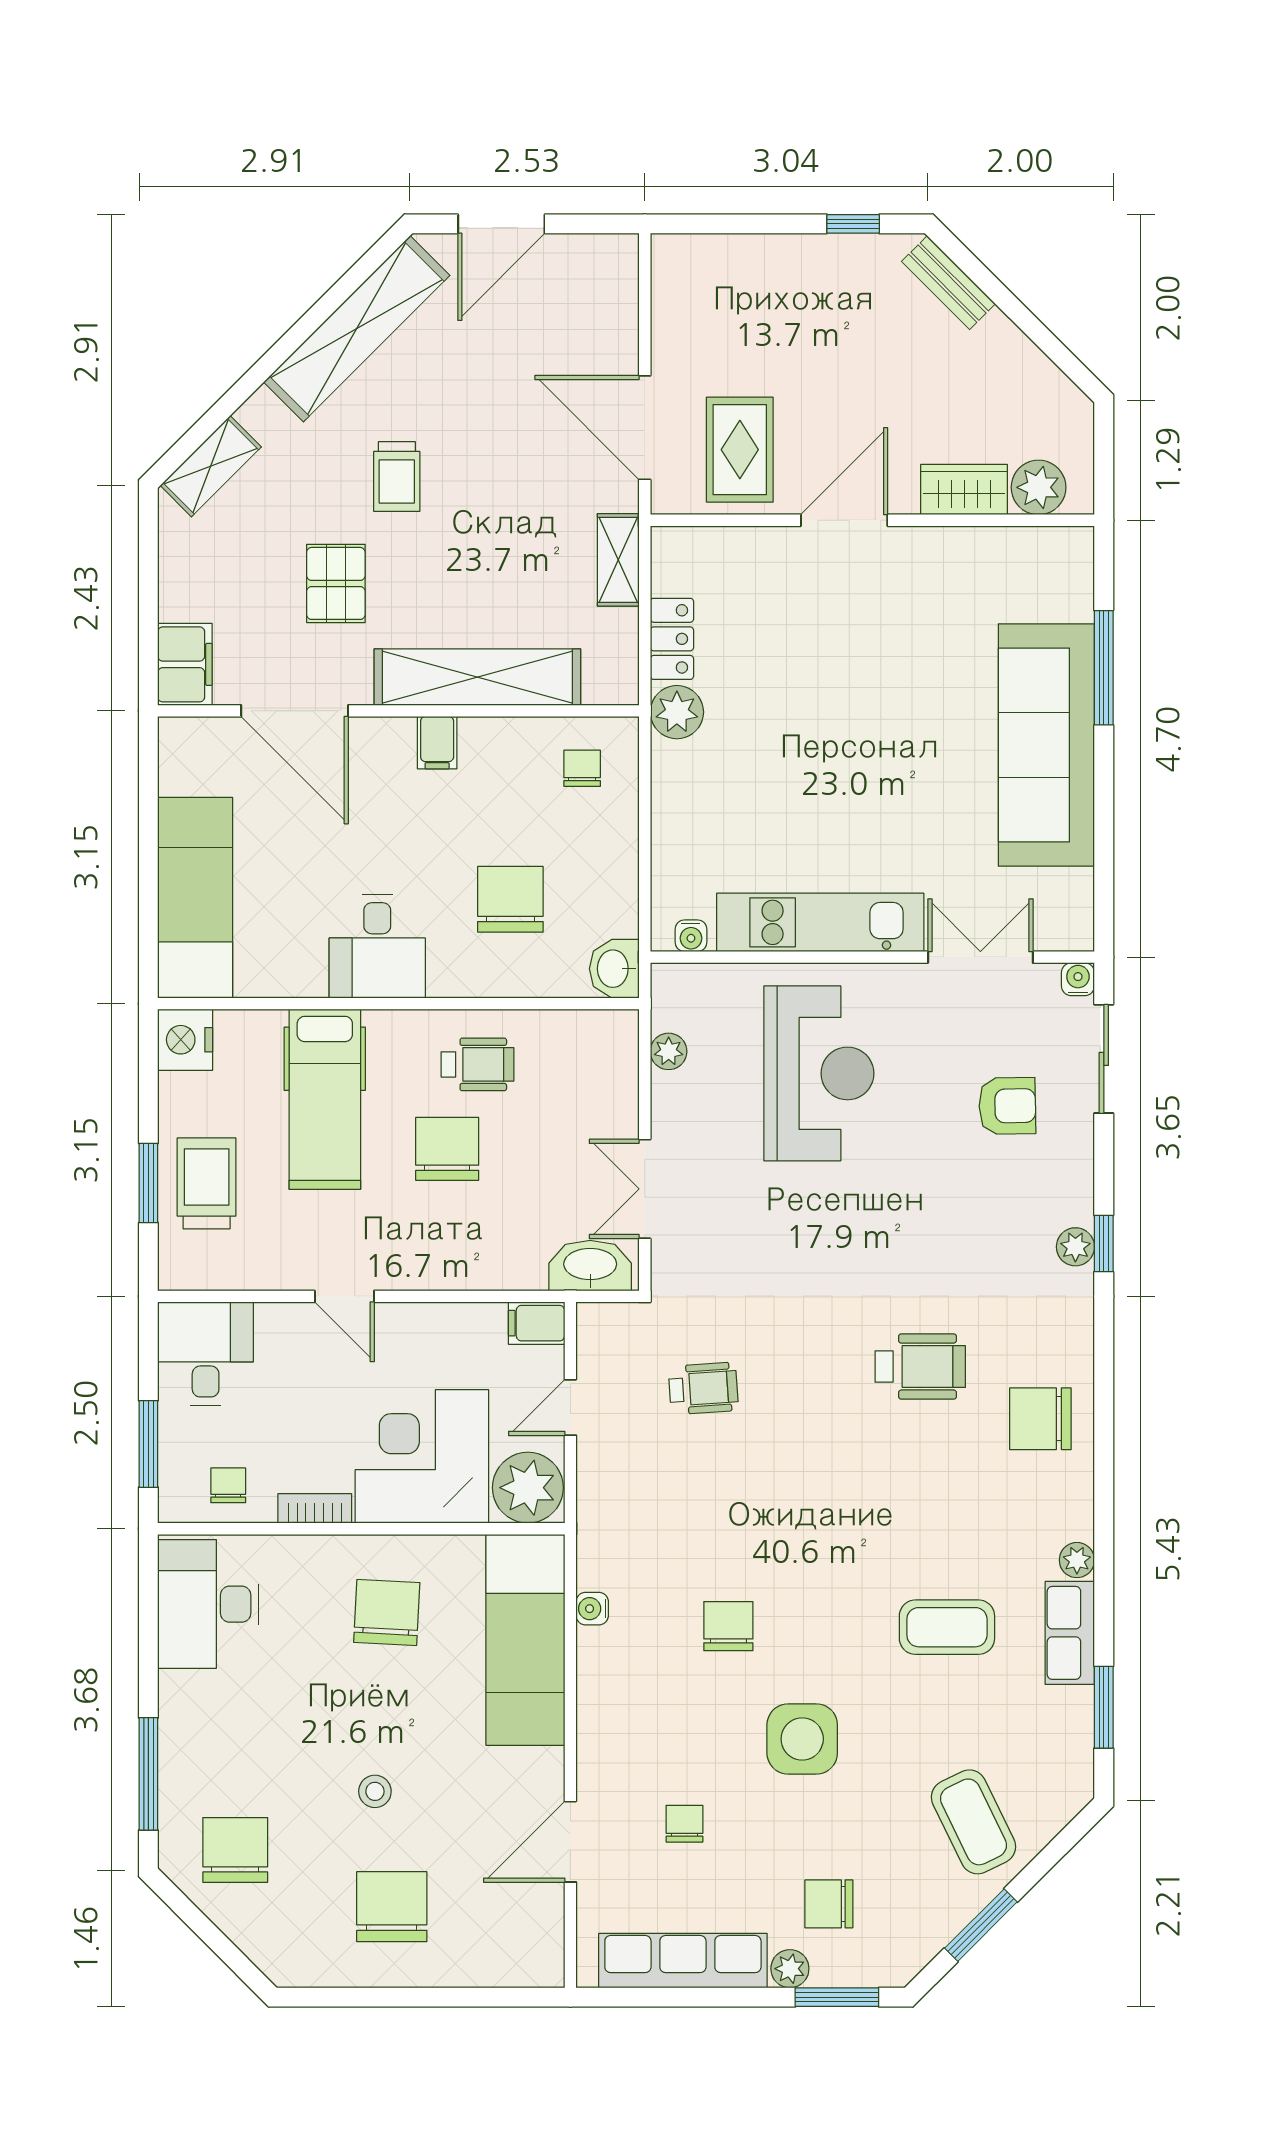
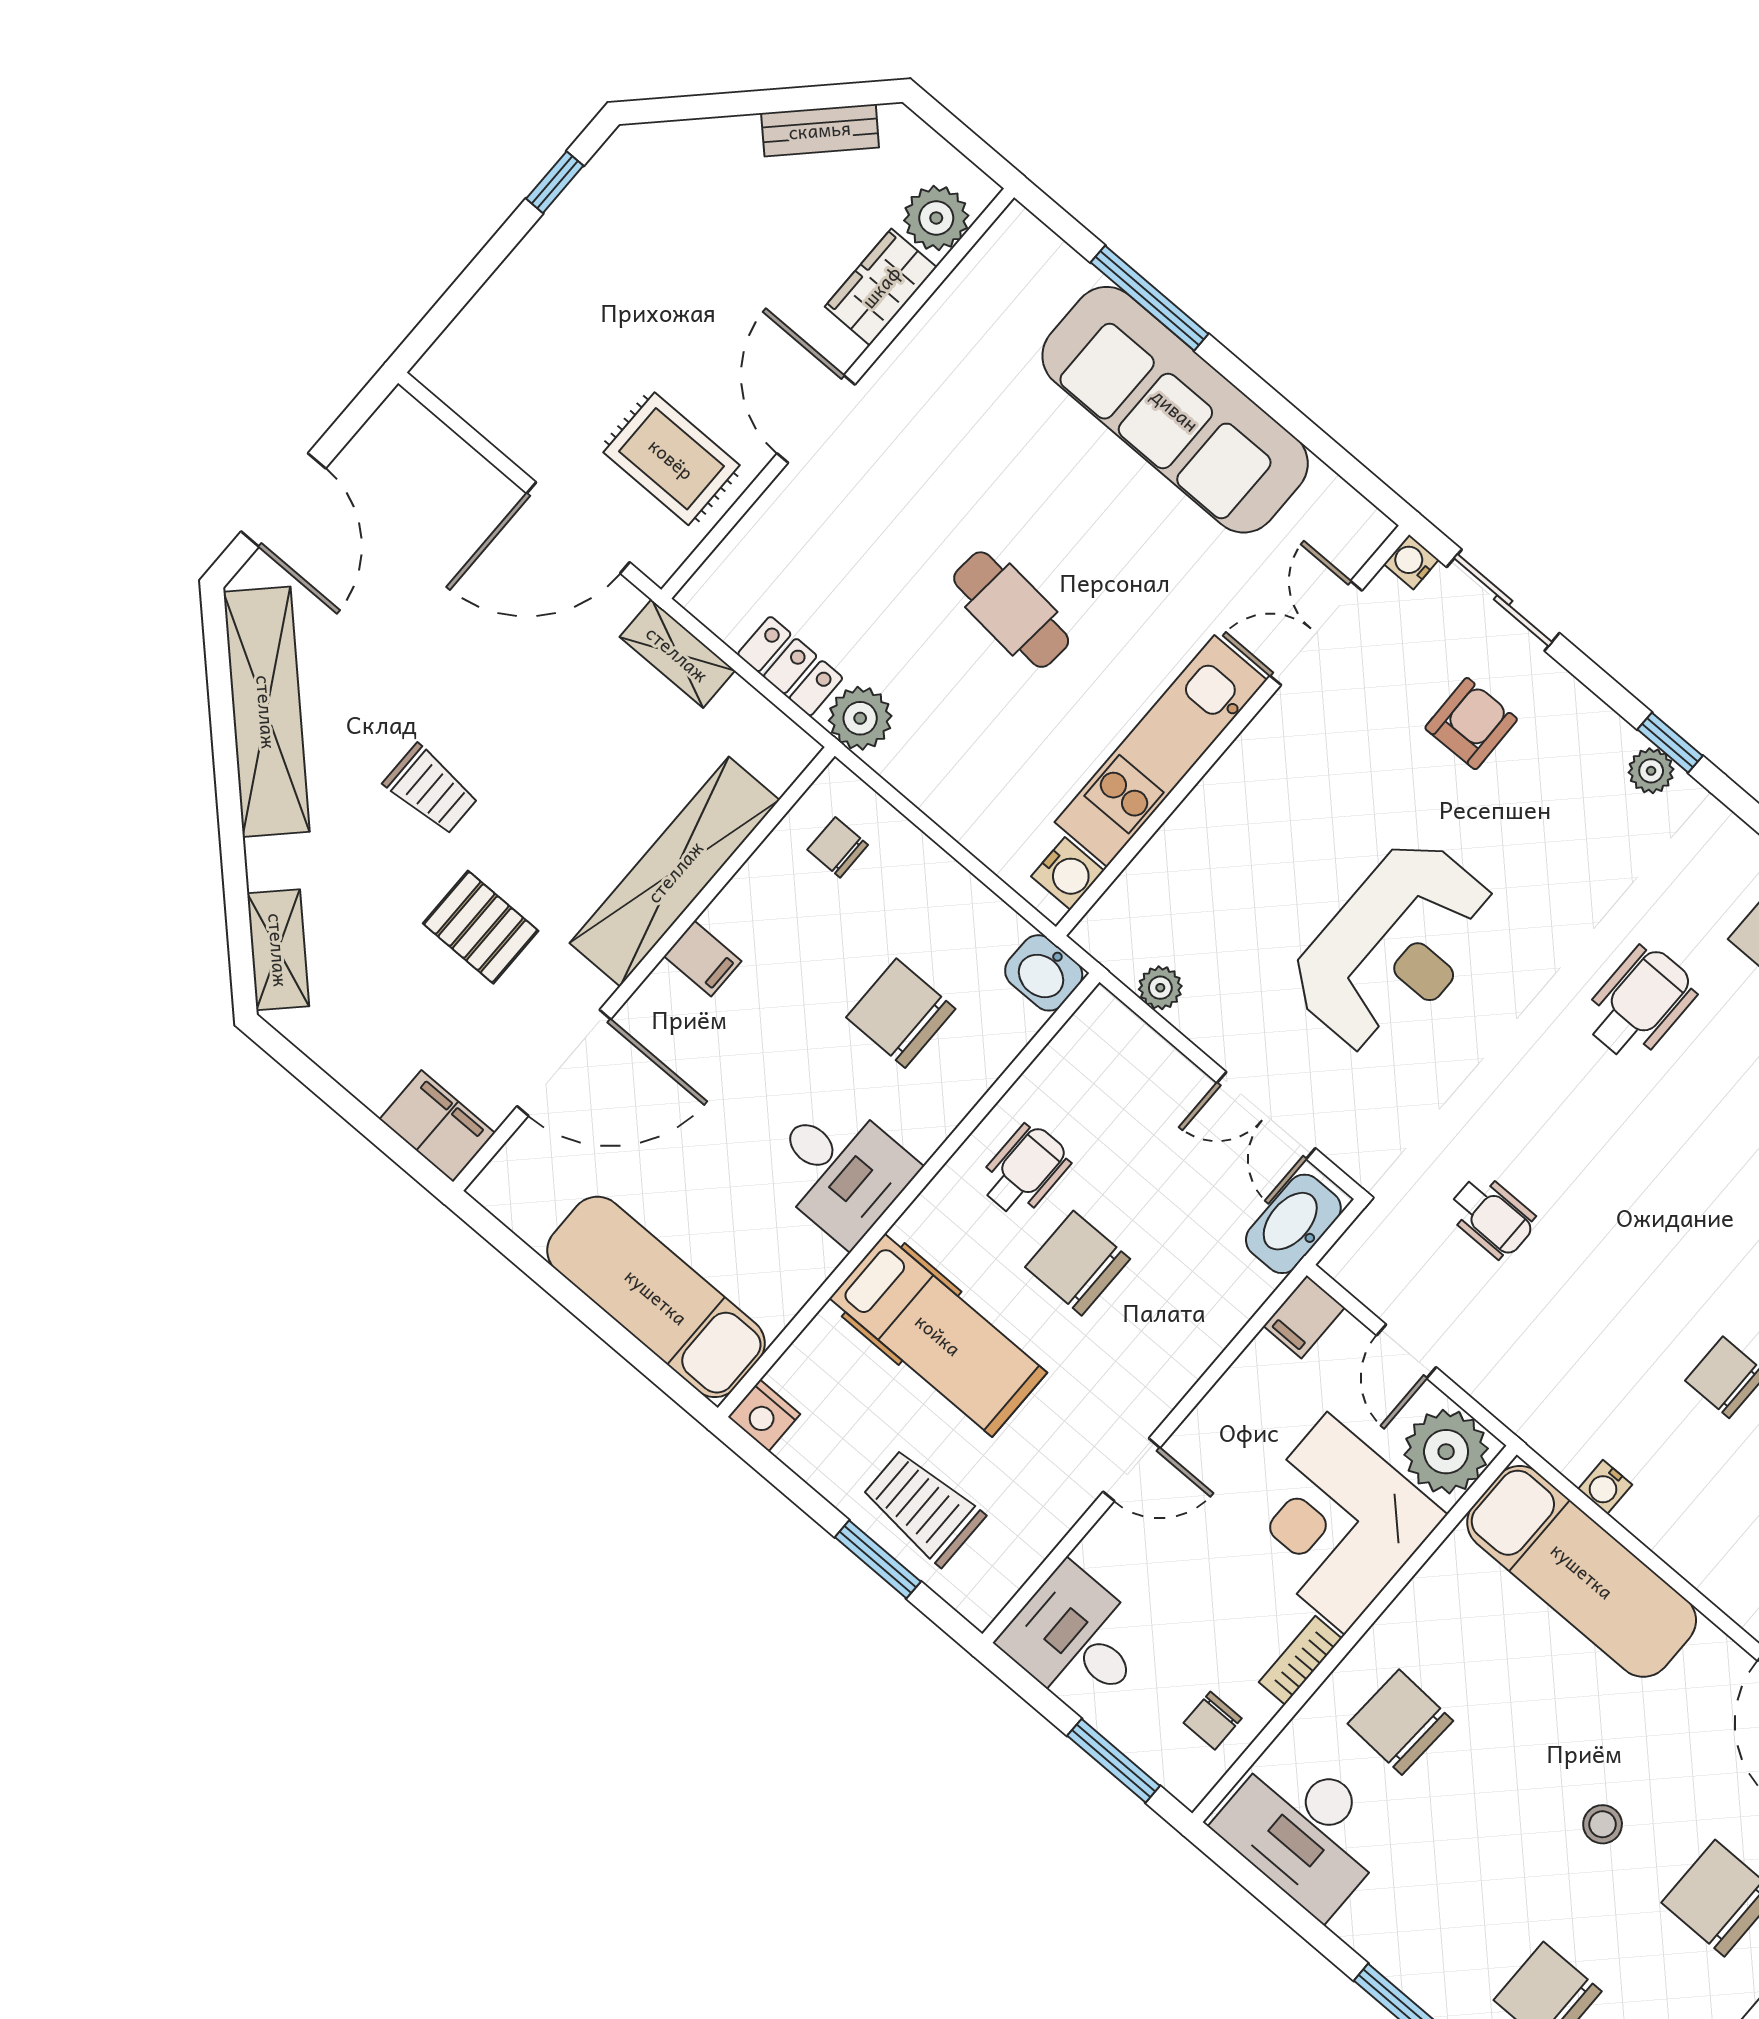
bench: (949, 283) -> (820, 130), moved
cafe table: (829, 749) -> (1011, 610), added
water cooler: (691, 936) -> (1068, 873), width x1.38, depth x1.38
nightstand: (185, 1040) -> (764, 1415), width x0.74, depth x0.75
reception desk: (819, 1073) -> (1395, 947), moved, turned 90
wheelchair: (703, 1388) -> (1492, 1216), turned 94
chair: (228, 1485) -> (1213, 1721), turned -90
chair: (387, 1612) -> (1400, 1722), moved

